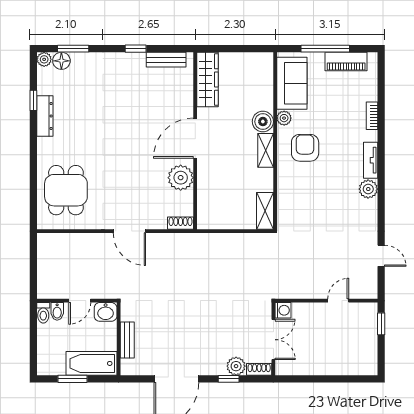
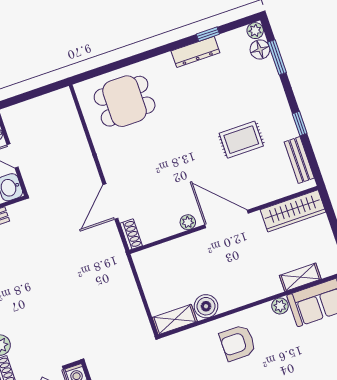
rug: (132, 103) -> (241, 140), added
boiler: (263, 122) -> (206, 306), moved
armchair: (305, 148) -> (238, 343), moved, turned 180
shelving: (266, 150) -> (300, 277), moved
plant: (181, 178) -> (188, 222), width x0.53, depth x0.53
door: (129, 231) -> (110, 202), moved

